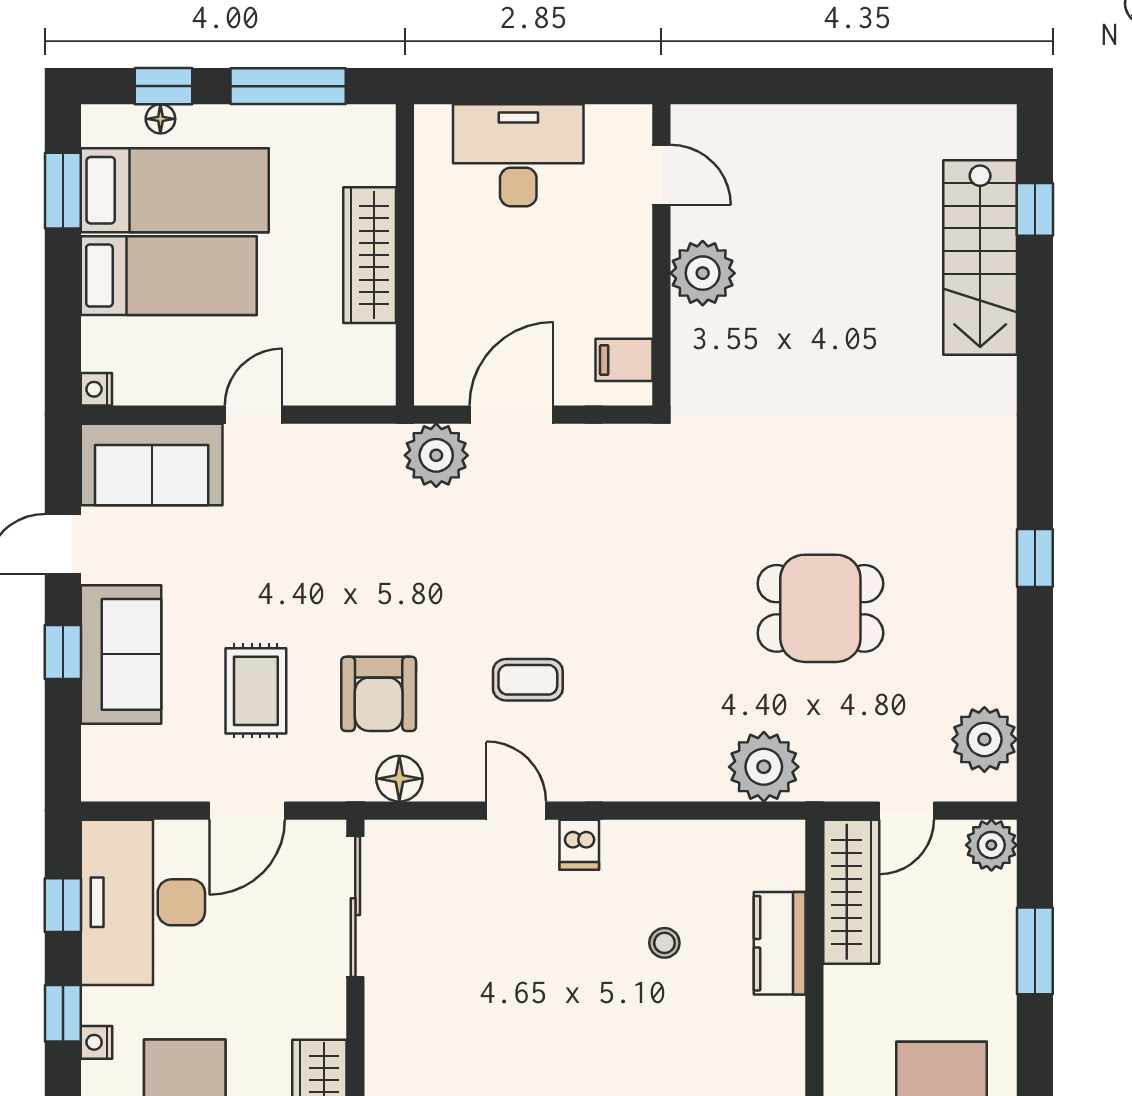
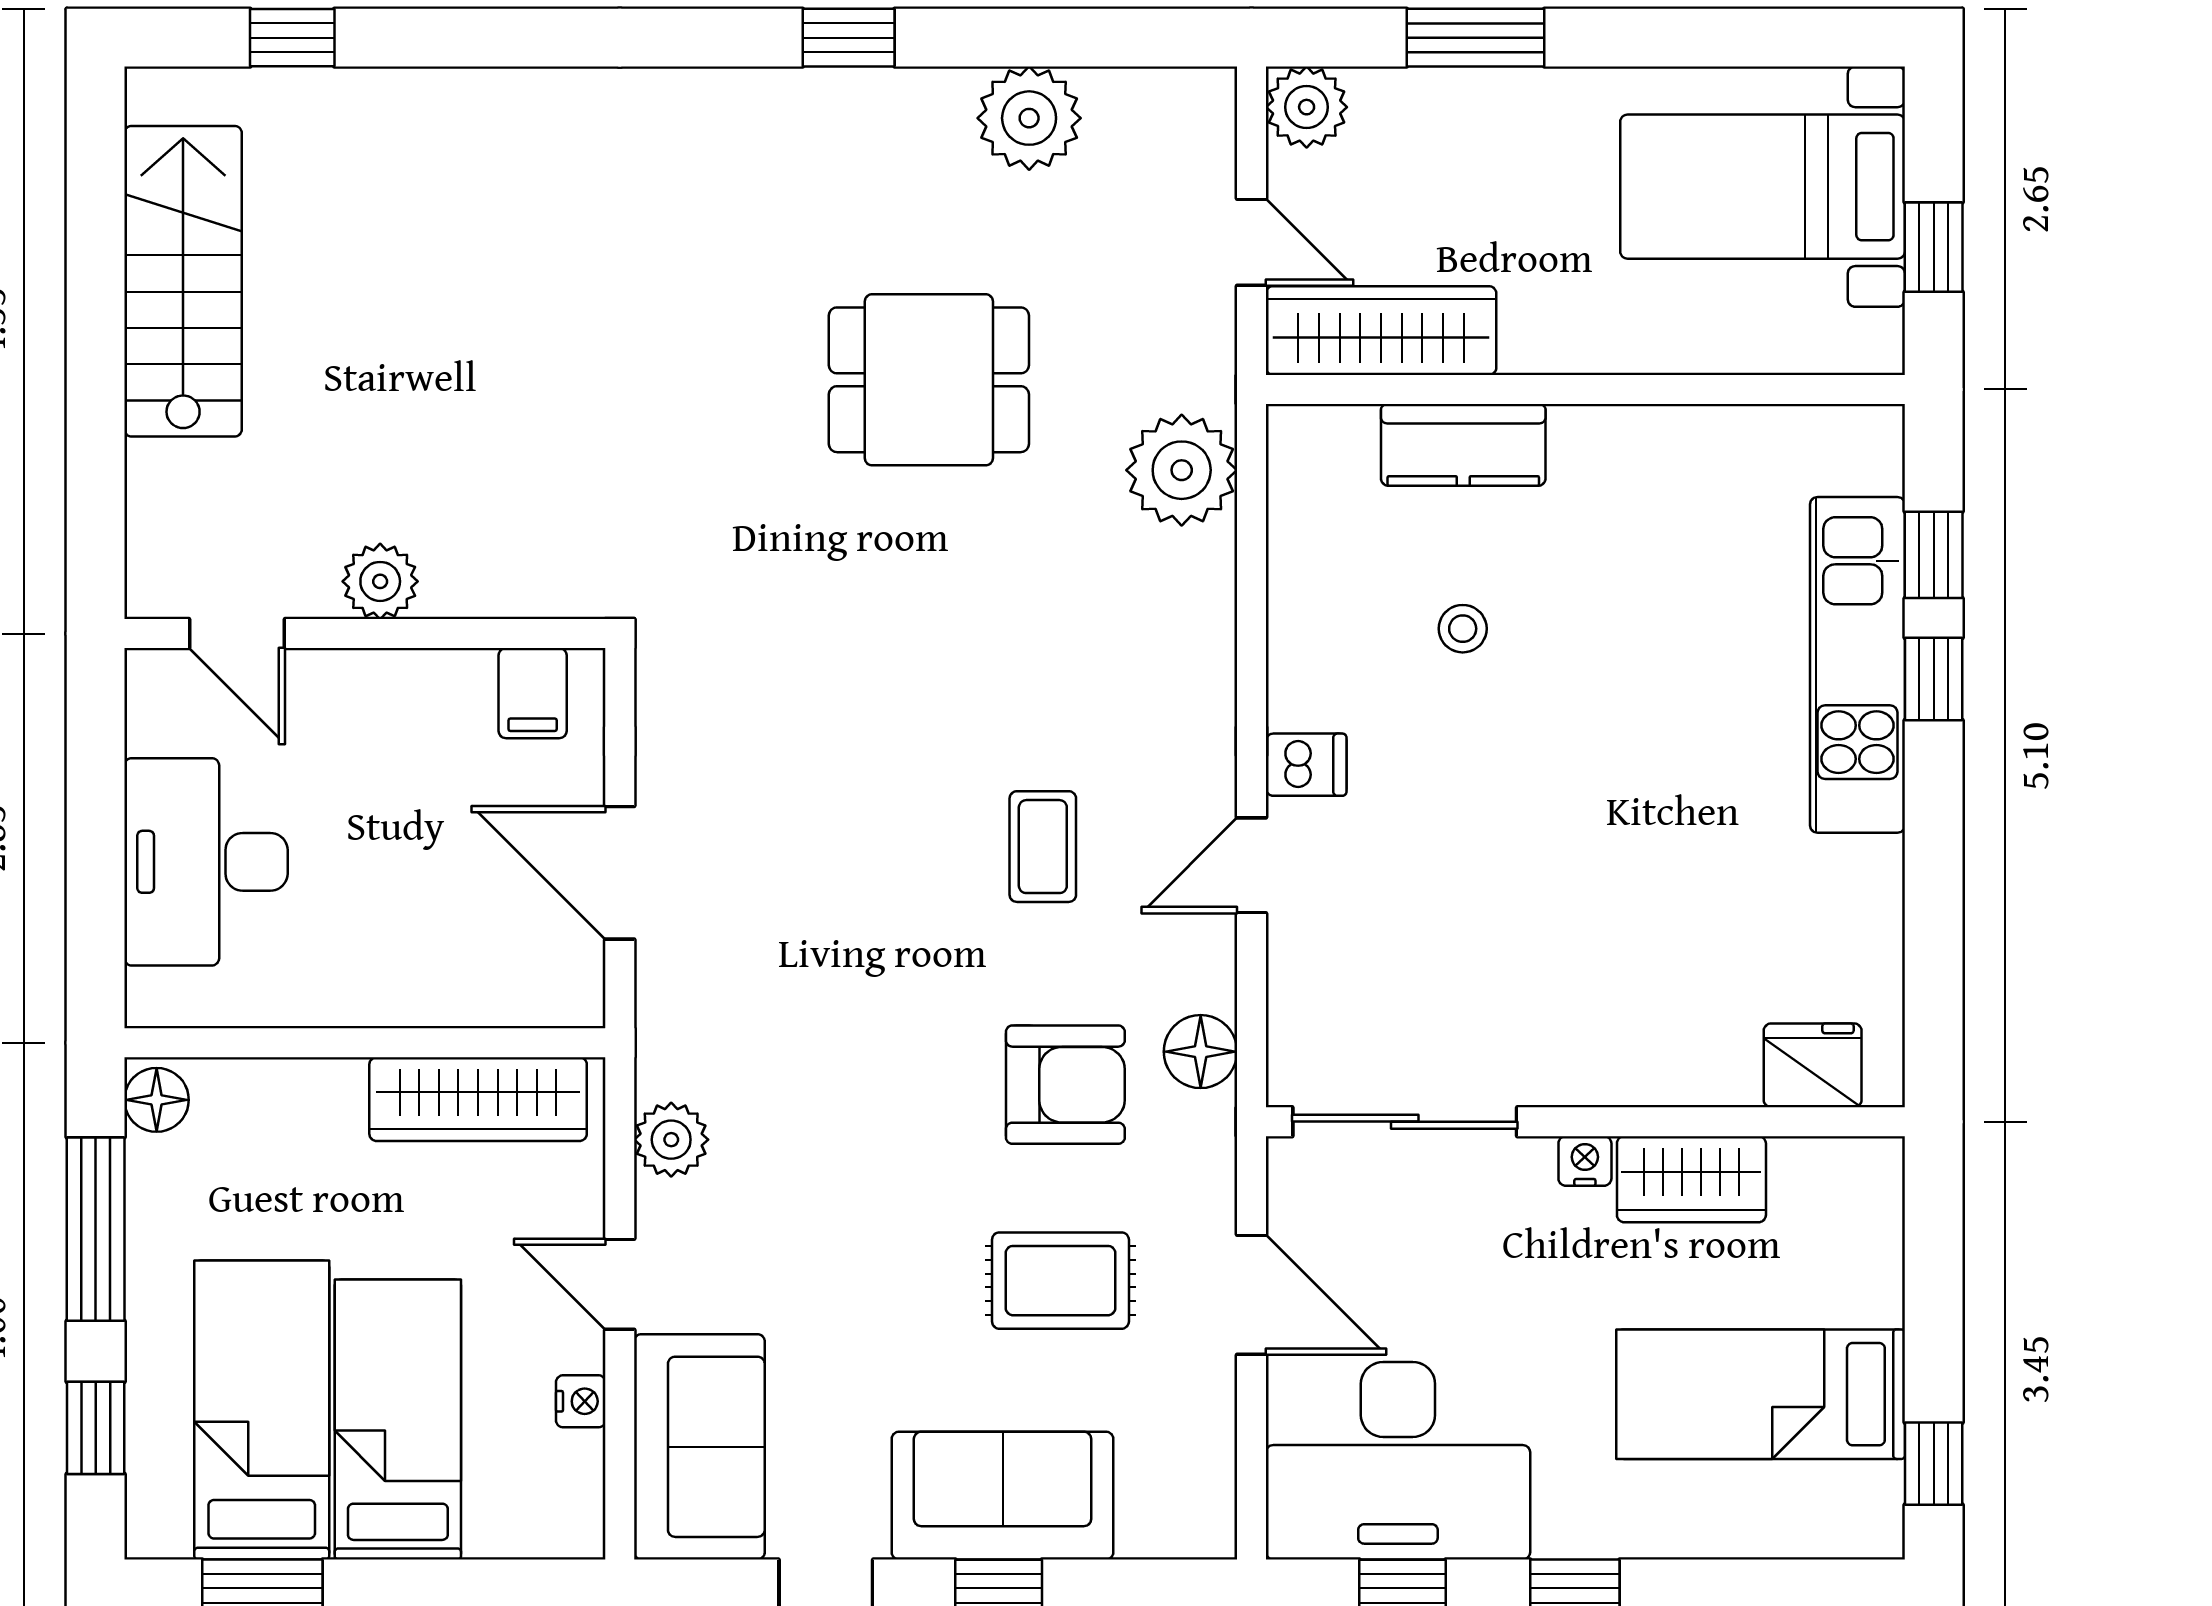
floor lamp: (160, 119) -> (157, 1100), moved, width x1.37, depth x1.37
door: (661, 175) -> (237, 634), swing flipped
wardrobe: (370, 255) -> (478, 1099), moved
stairs: (980, 258) -> (183, 281), moved, turned -90
plant: (703, 273) -> (380, 581), width x0.73, depth x0.73
nightstand: (96, 389) -> (581, 1401), moved, turned -90
plant: (436, 455) -> (671, 1140), moved, width x0.73, depth x0.73
dining table: (820, 608) -> (929, 380), turned 90
plant: (984, 739) -> (1029, 118), moved
nightstand: (97, 1042) -> (1585, 1161), moved, turned 180

